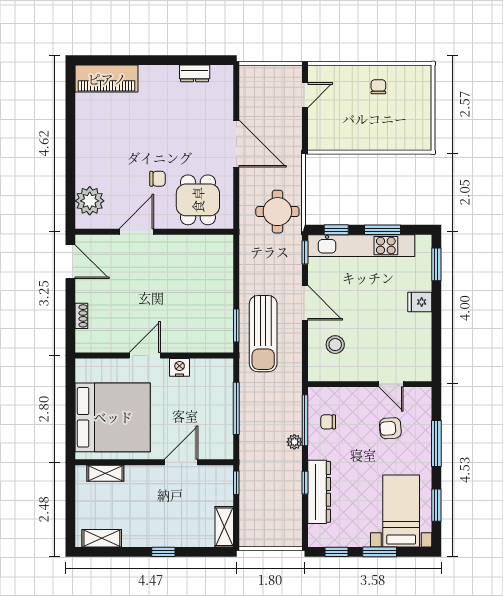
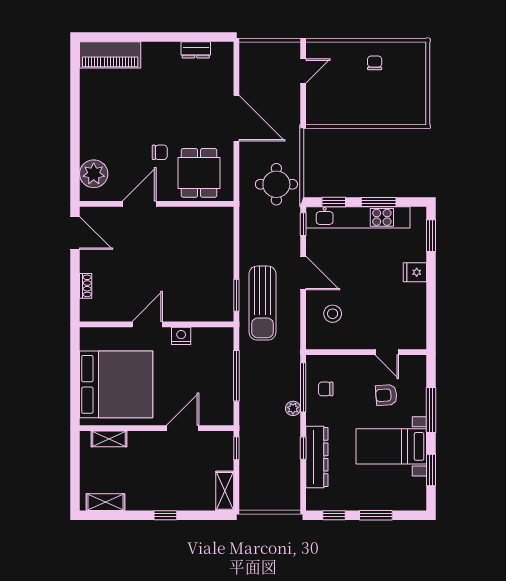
bed with nightstands: (401, 511) -> (391, 446), moved, turned -90

